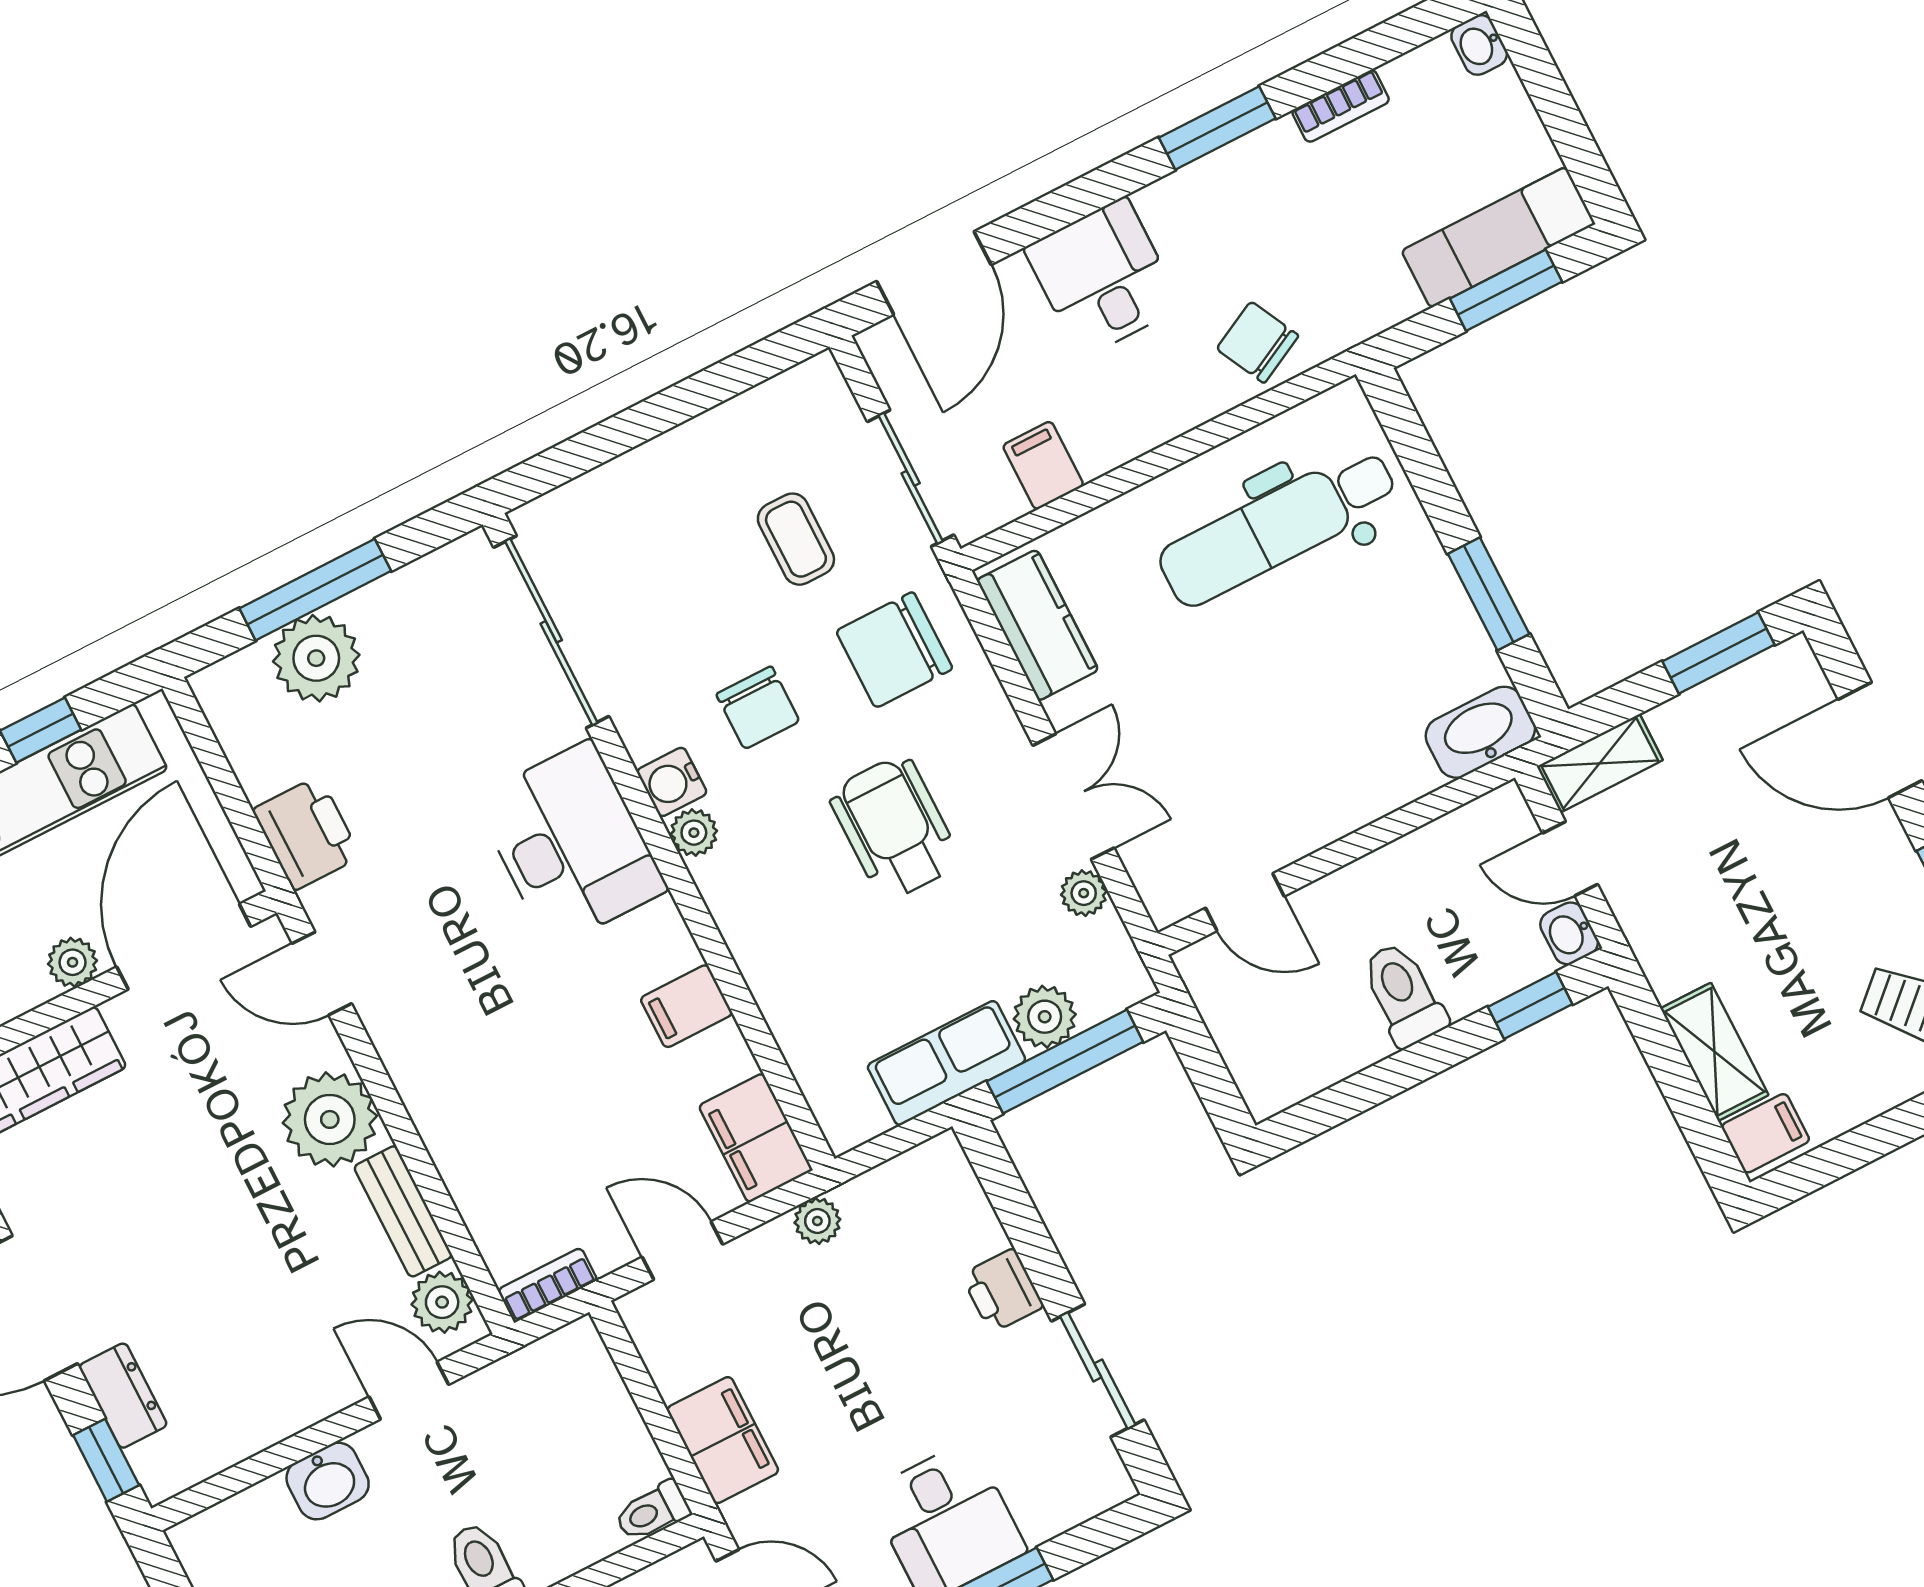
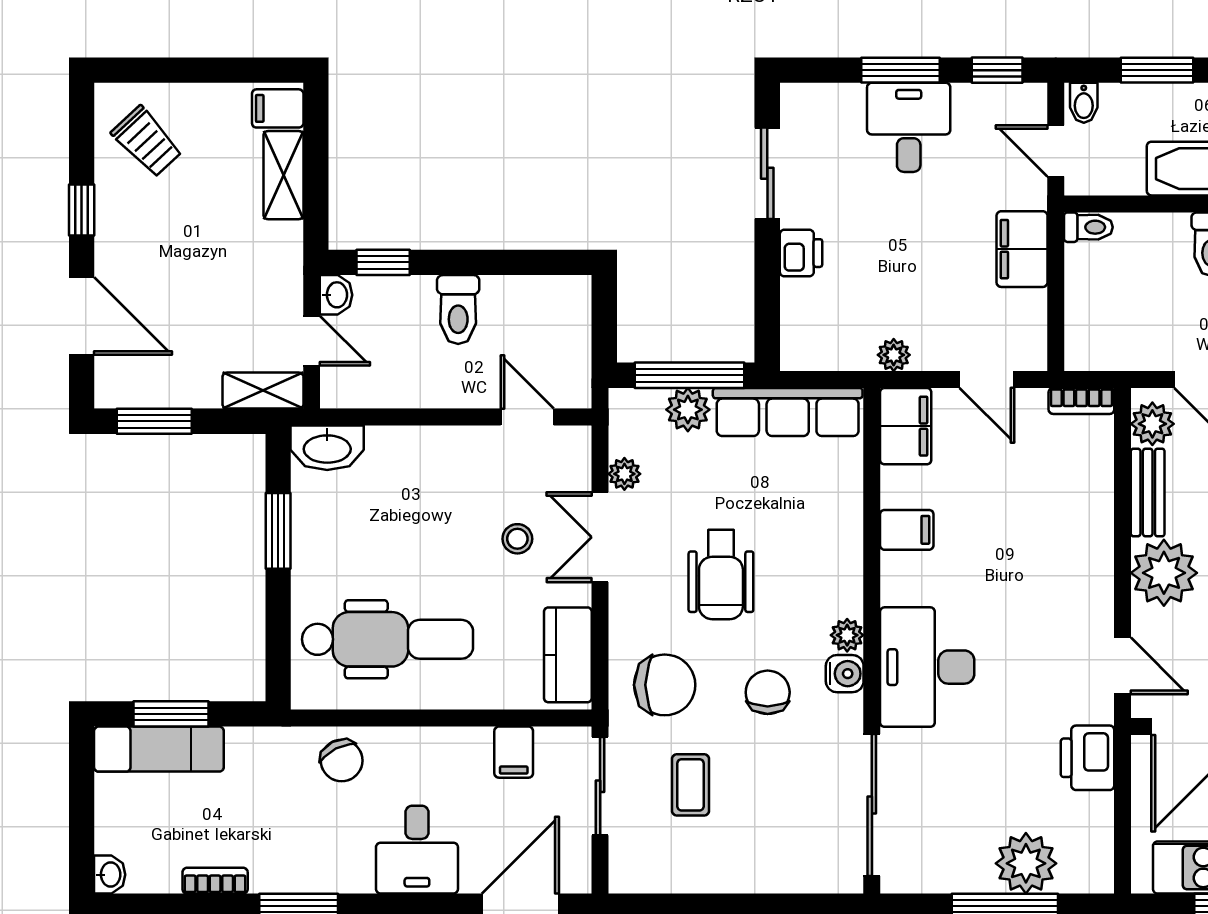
stool: (1178, 740) -> (517, 539), added
row of seats: (946, 1063) -> (788, 412), width x1.48

